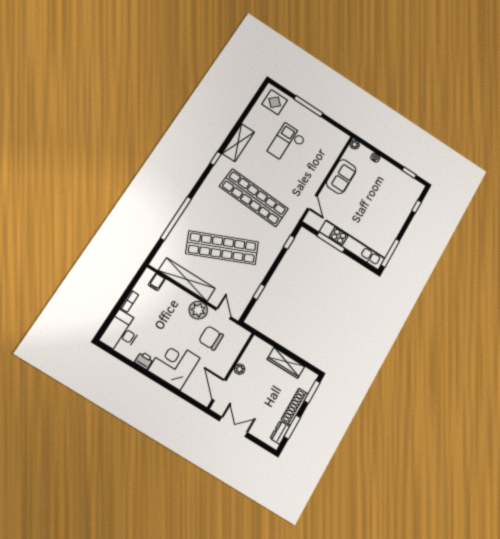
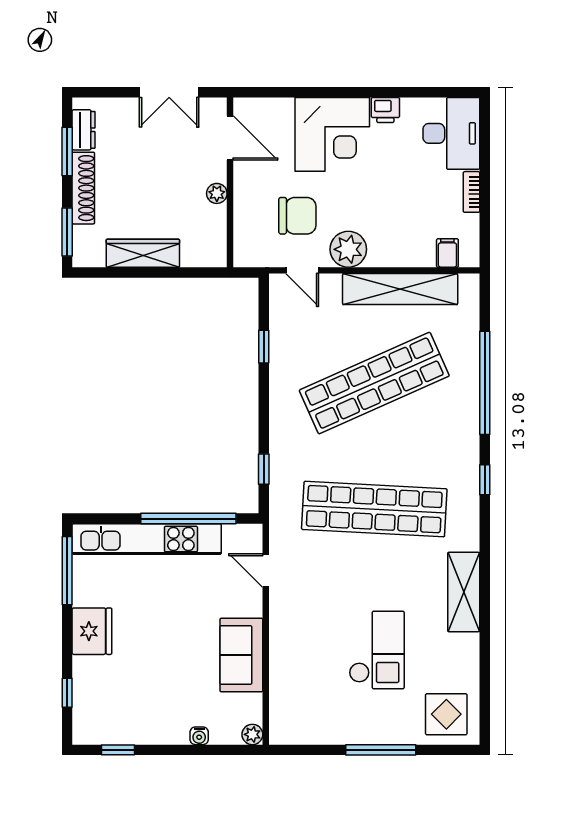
window: (216, 158) -> (485, 480), moved
fridge: (394, 223) -> (92, 631), added
window: (331, 242) -> (188, 519), width x1.46

